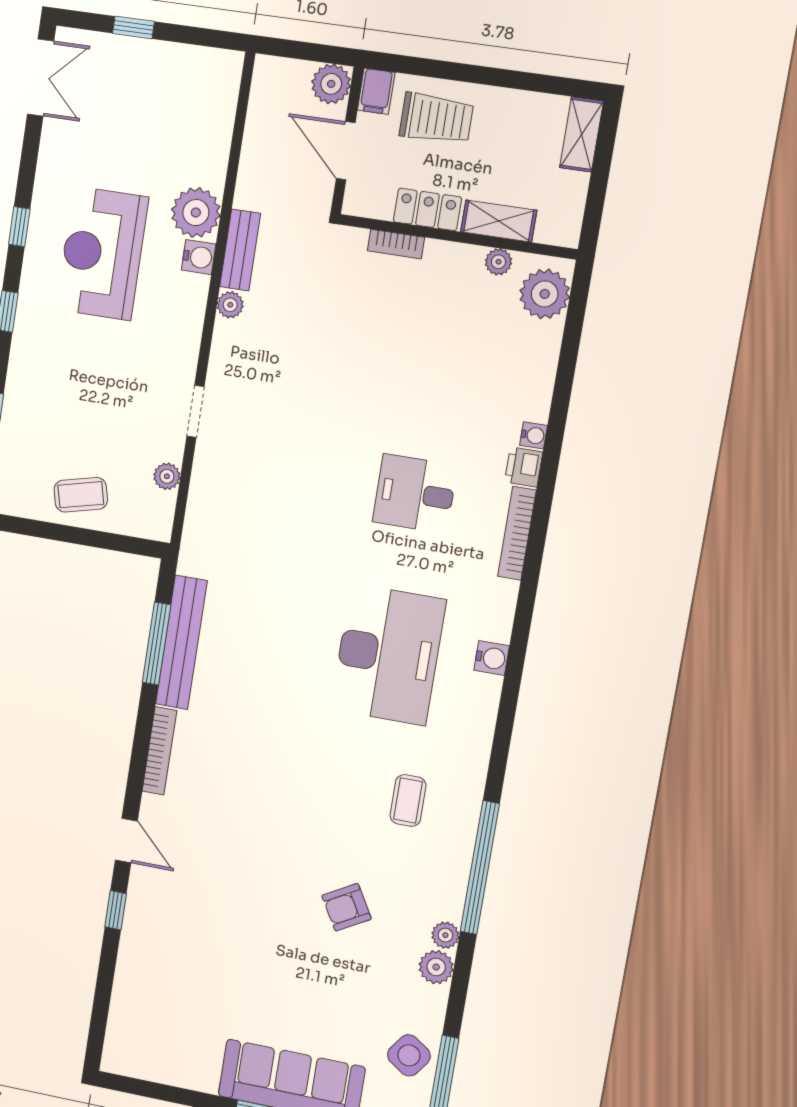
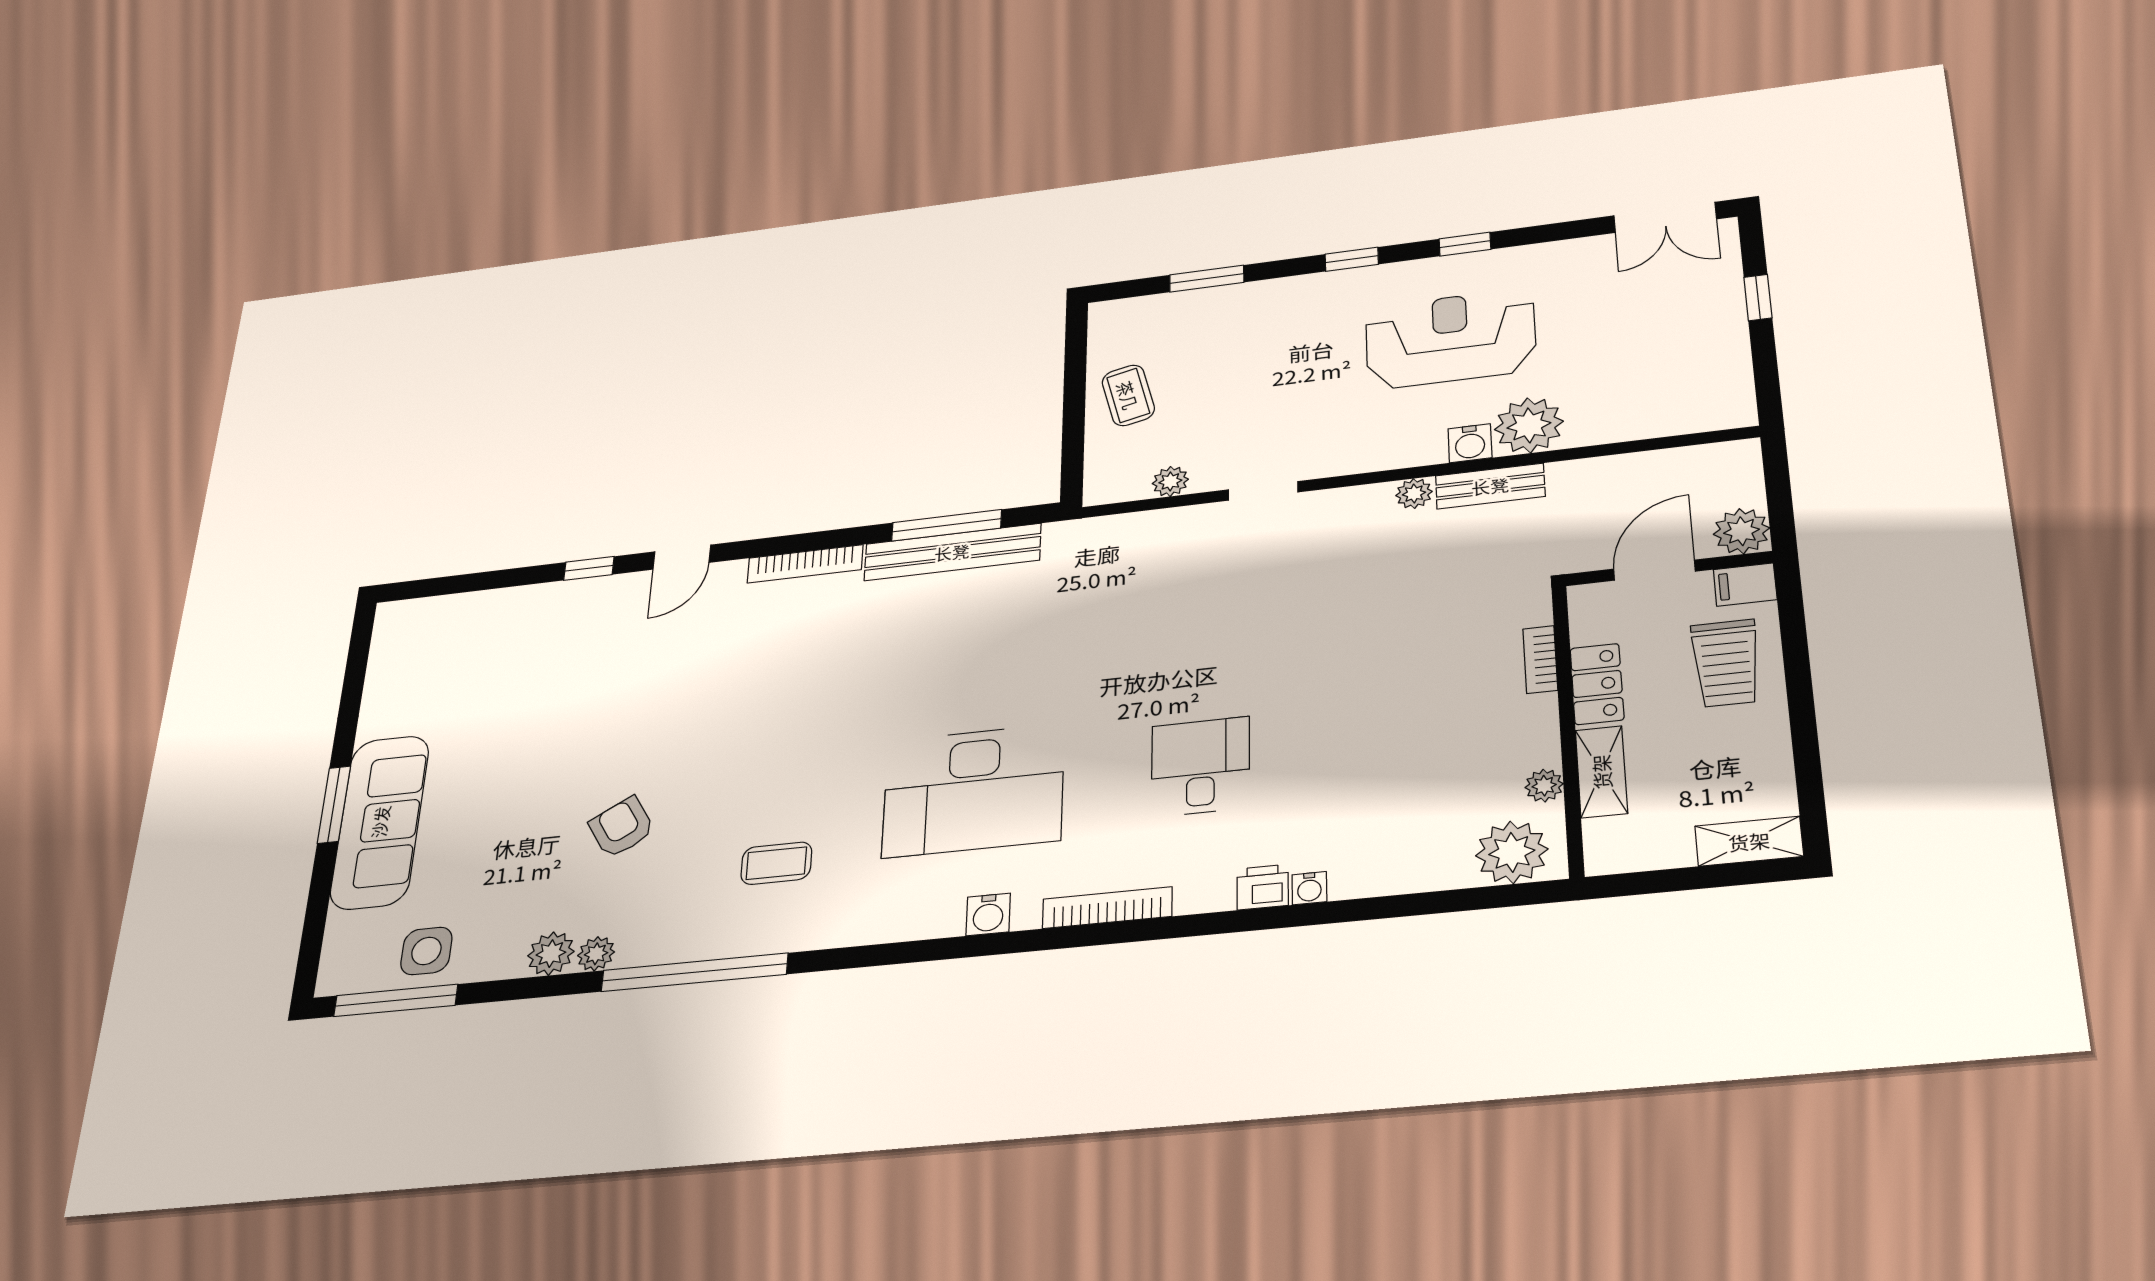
bookcase: (517, 533) -> (1107, 908), moved
side table: (409, 1055) -> (426, 951), turned -35

